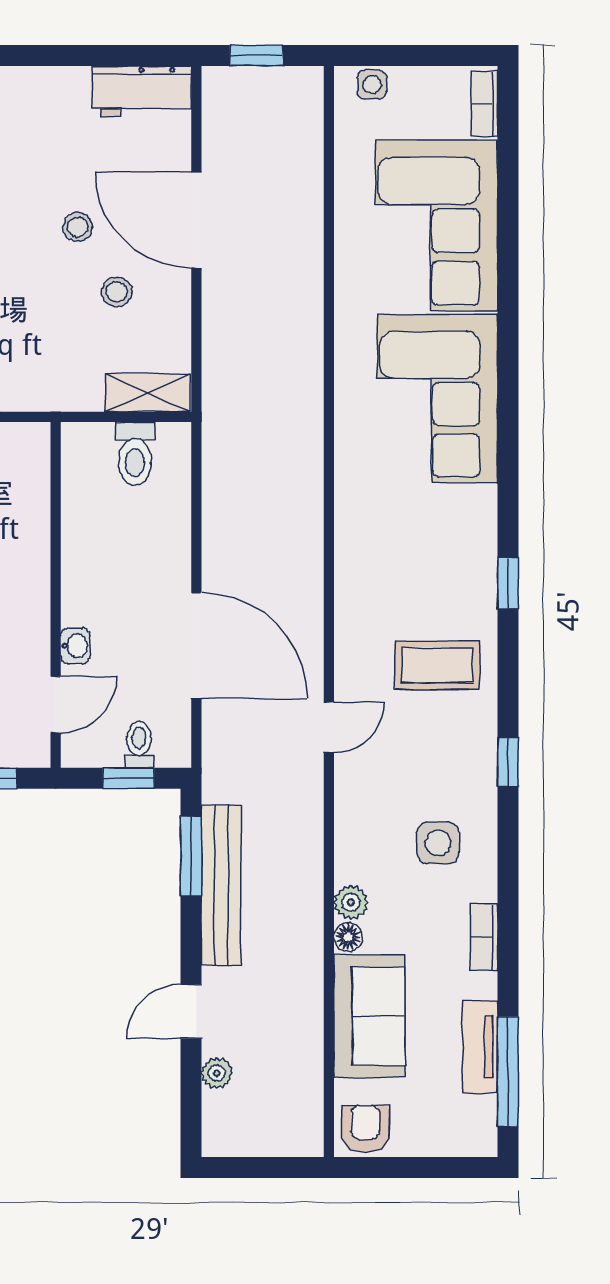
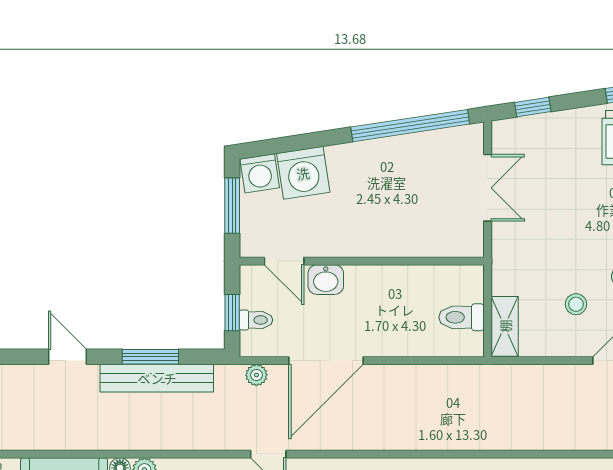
washbasin: (75, 646) -> (326, 280), width x1.38, depth x1.45
window: (191, 856) -> (150, 357), moved
plant: (217, 1073) -> (256, 375), moved

